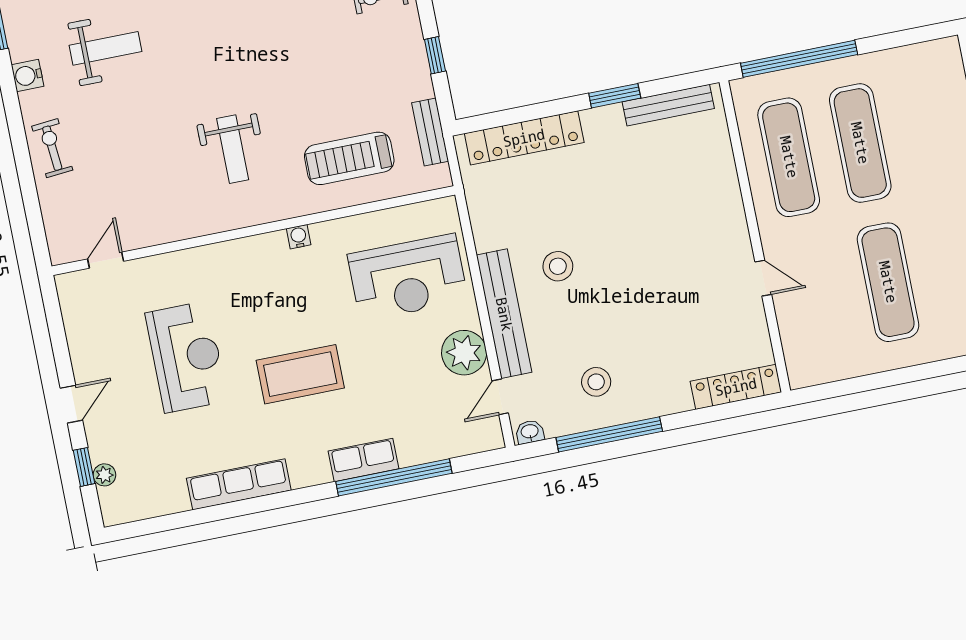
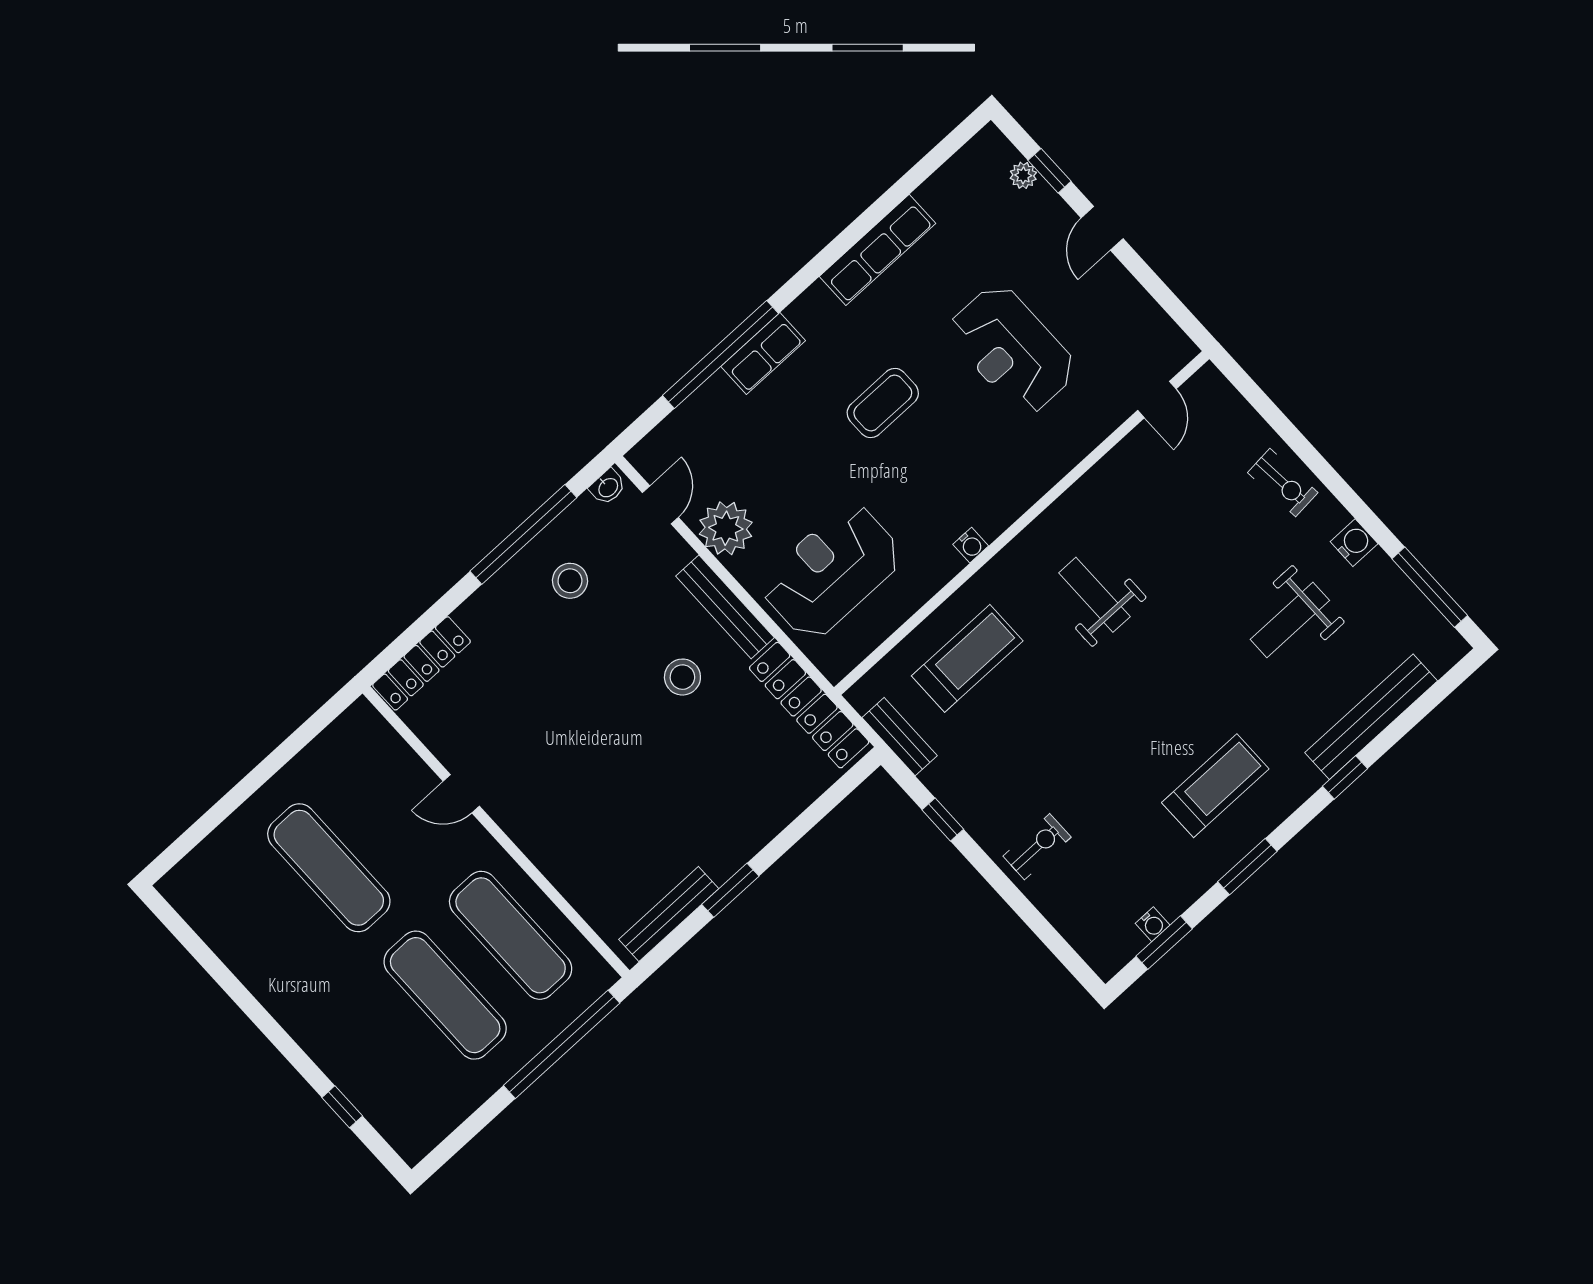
locker: (524, 138) -> (809, 705), moved, turned -90
bench: (504, 314) -> (725, 607), width x0.73, depth x0.82
coffee table: (300, 374) -> (883, 403), width x0.73, depth x0.76

